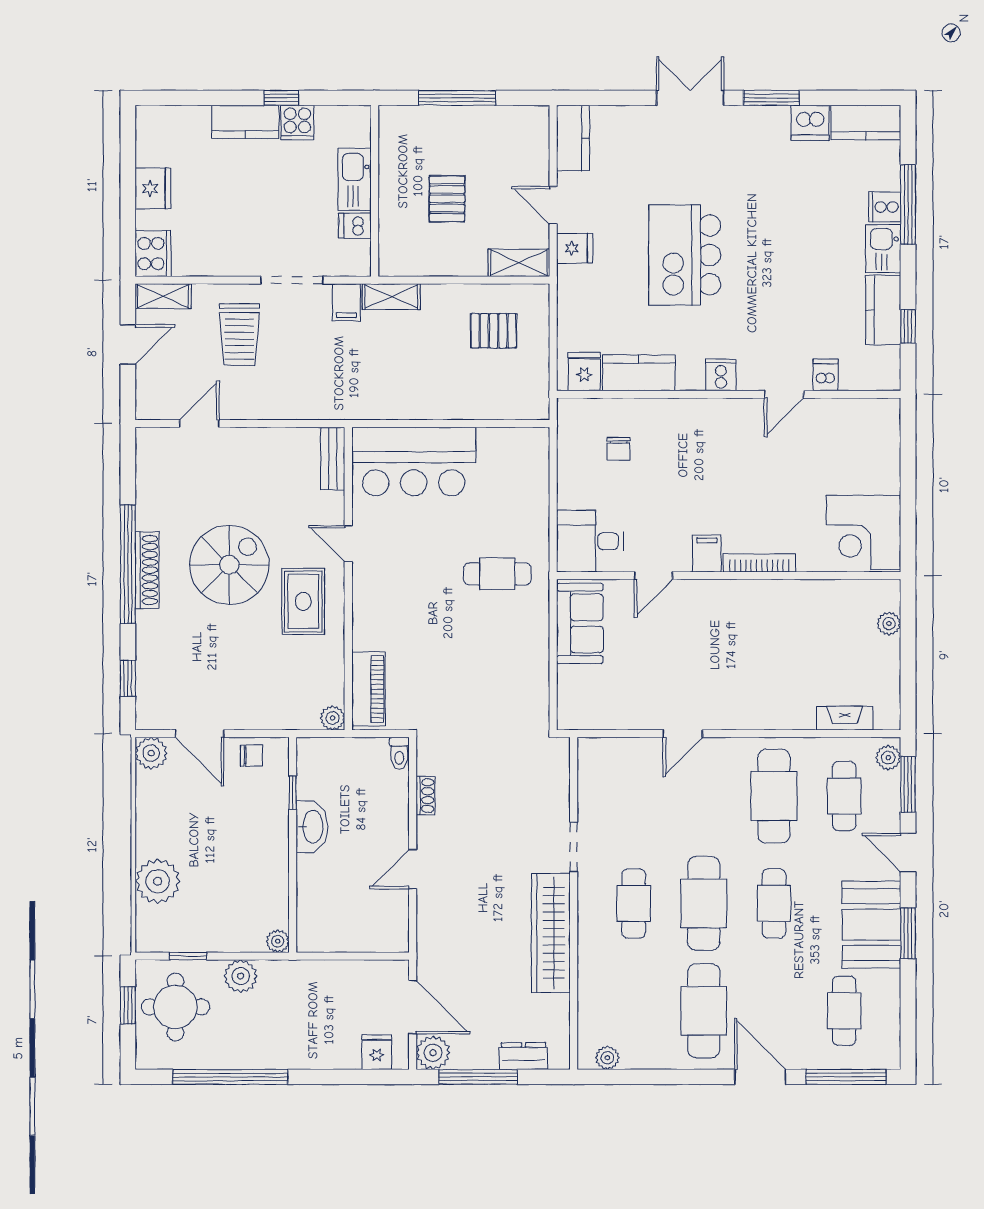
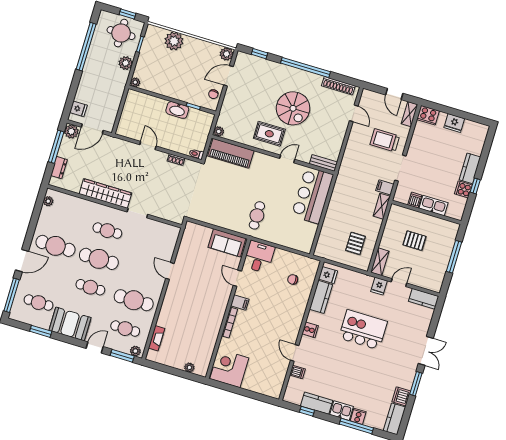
shoe rack: (147, 570) -> (338, 86), moved
piano: (368, 689) -> (231, 153), width x1.37, depth x1.33
window: (908, 933) -> (41, 331), moved

